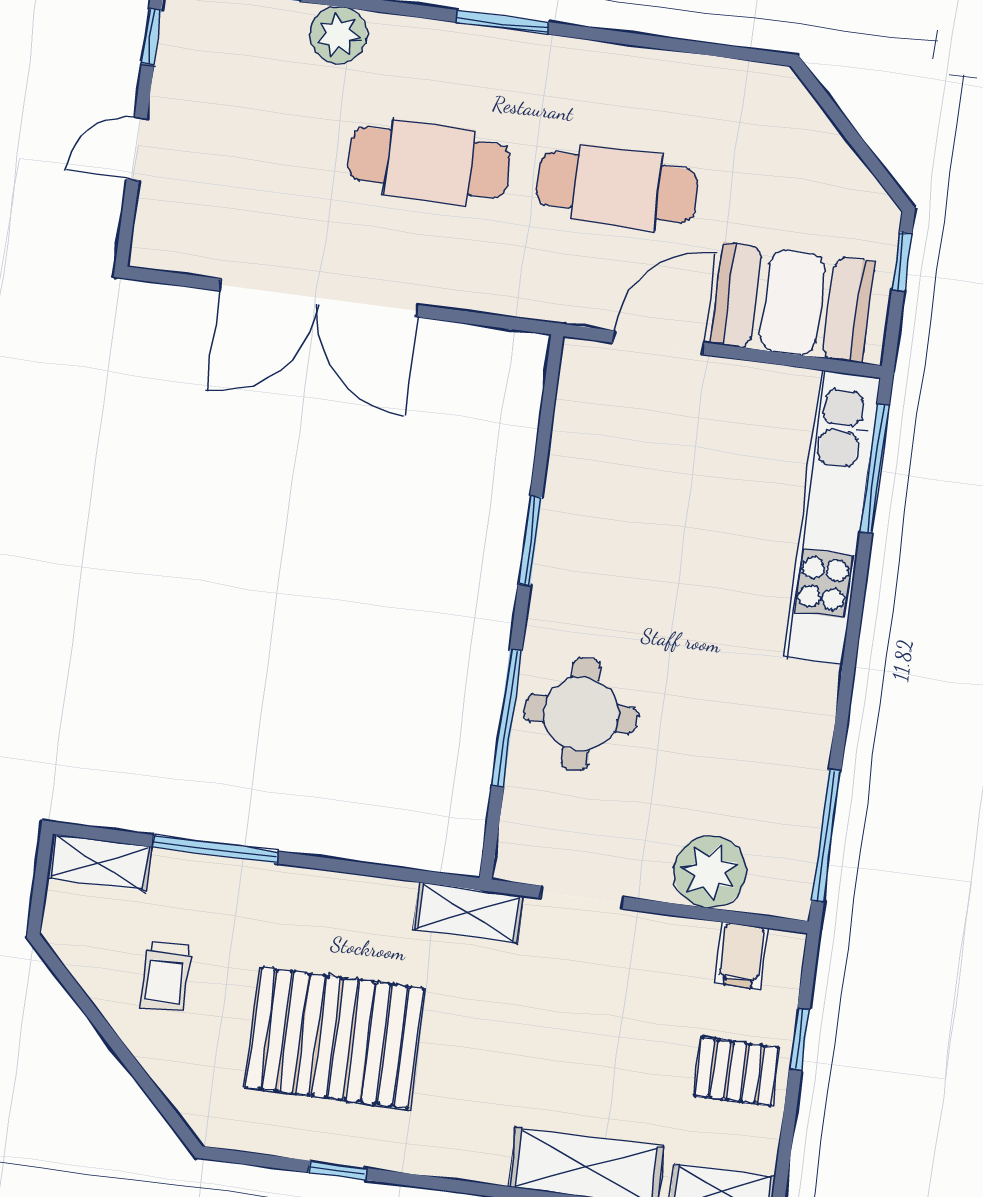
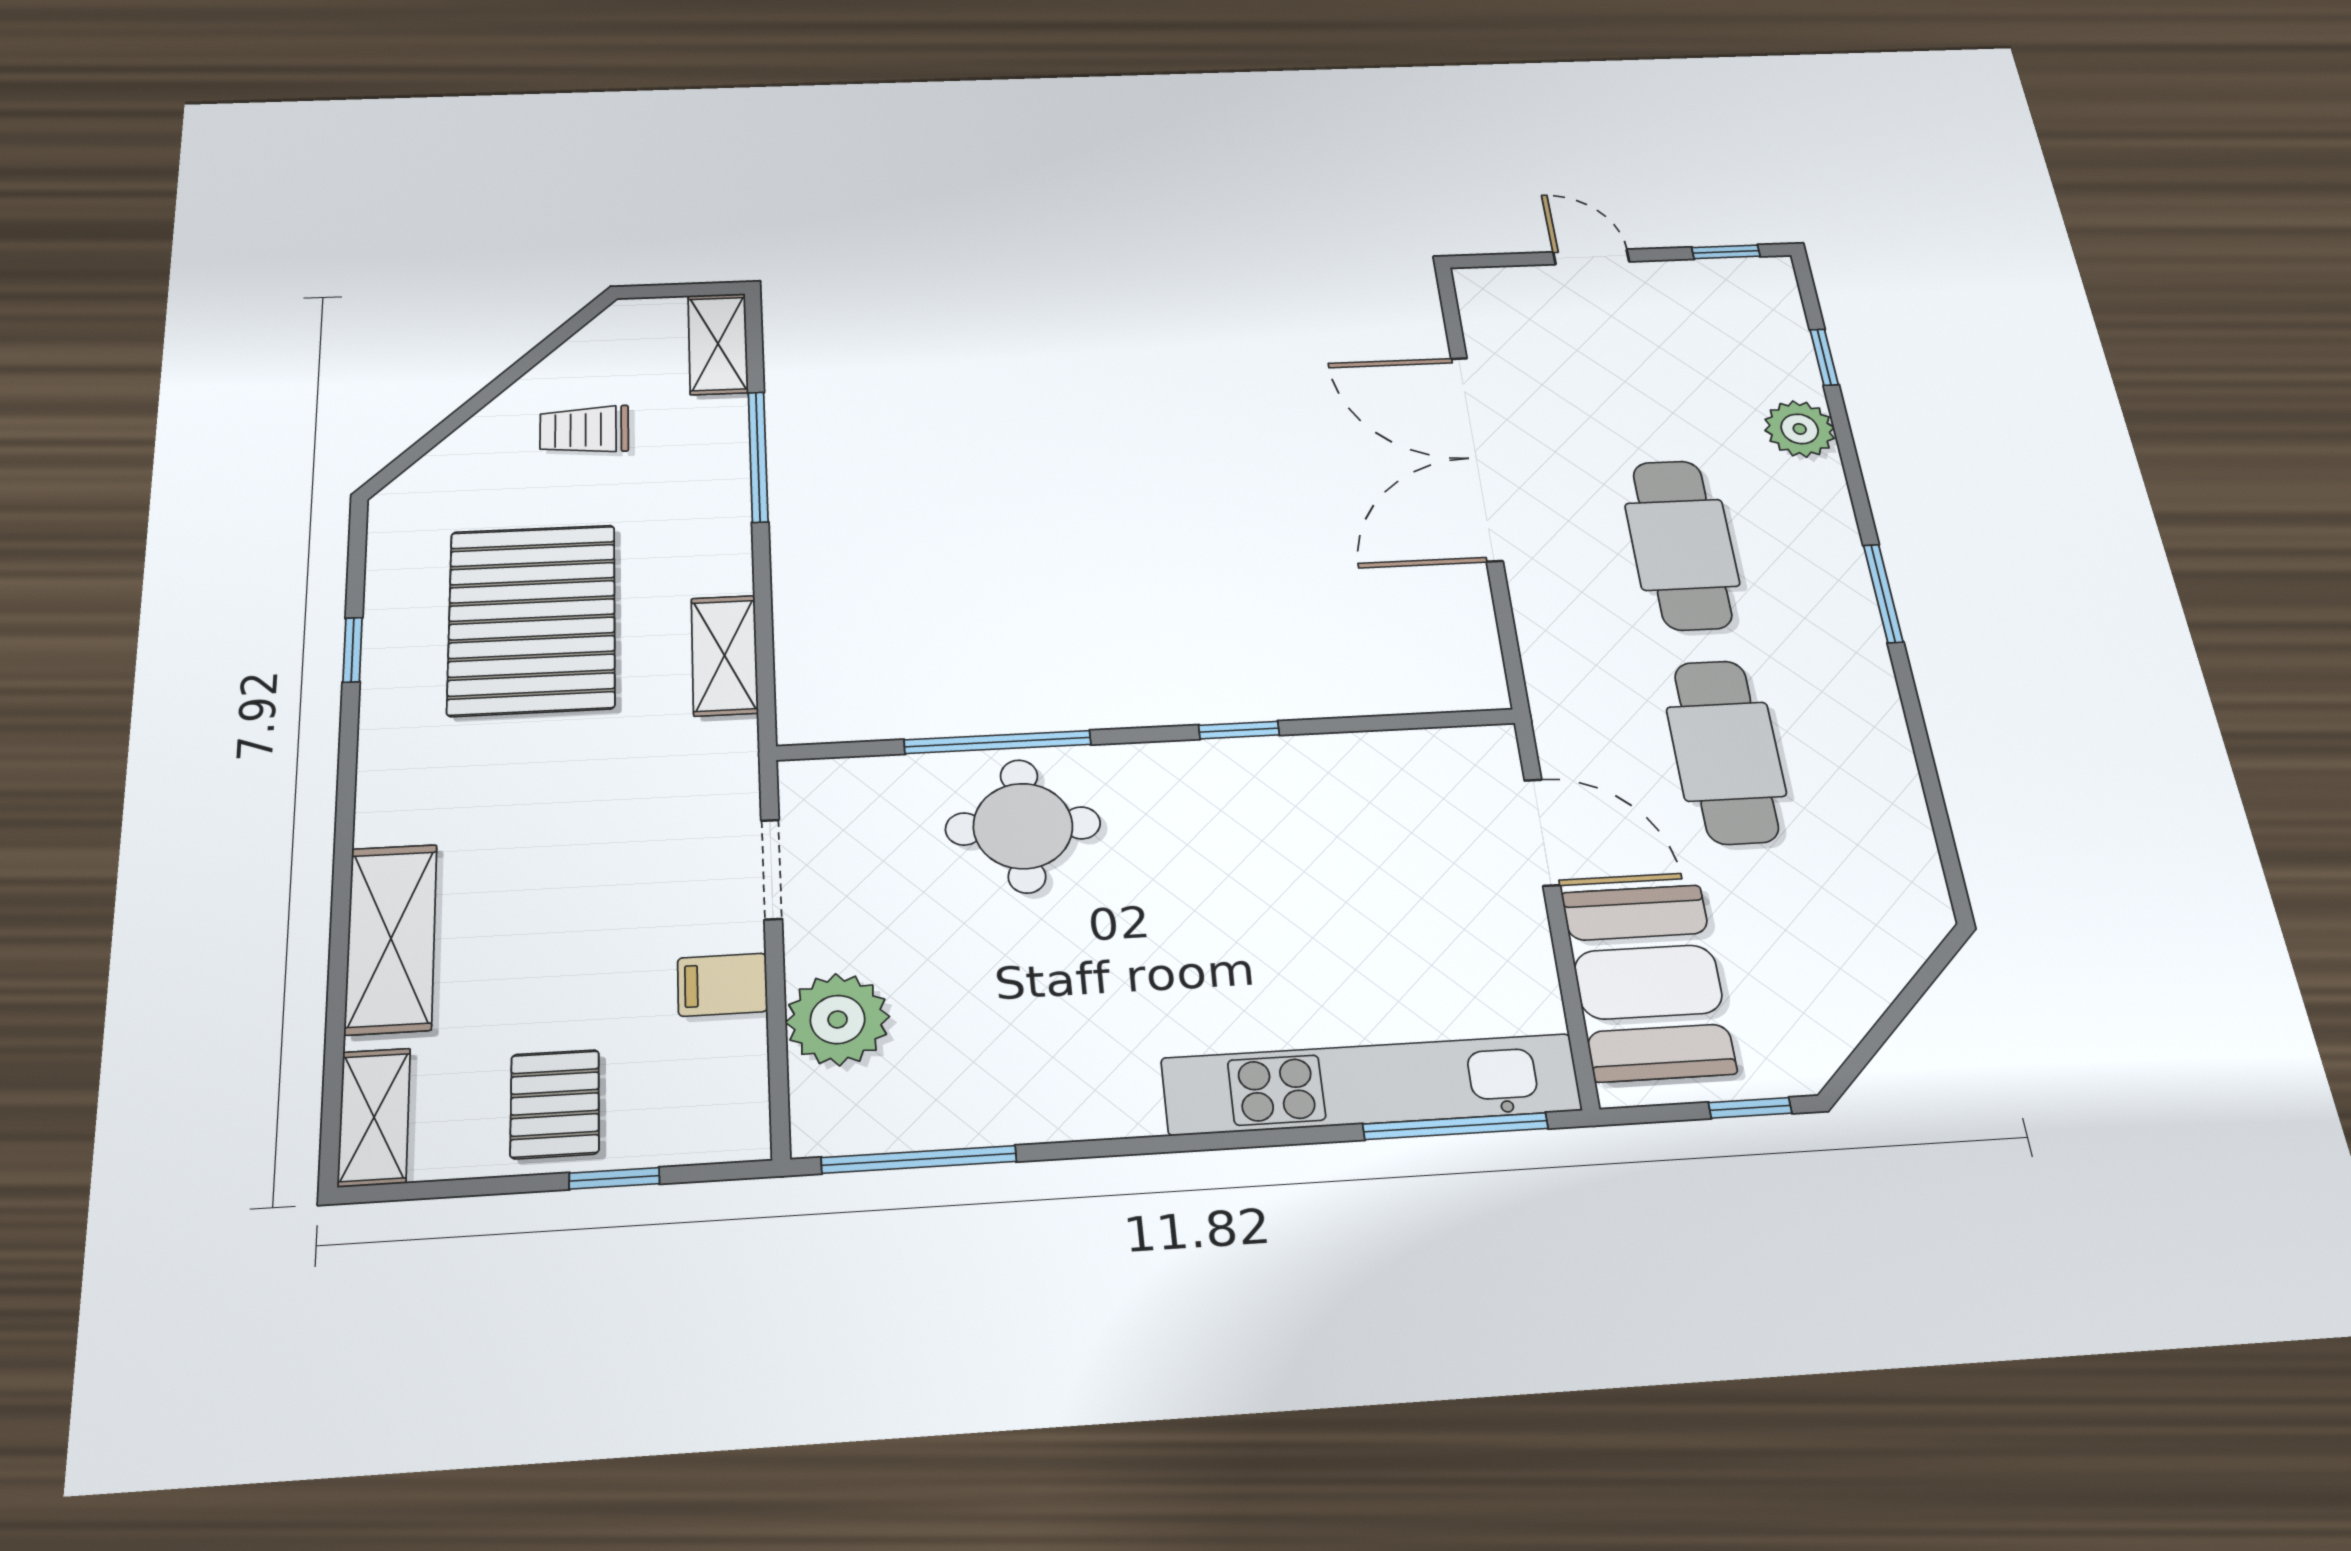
window: (530, 540) -> (1239, 730), width x0.67
shelving: (468, 912) -> (724, 655), moved
filing cabinet: (741, 956) -> (722, 985), moved

